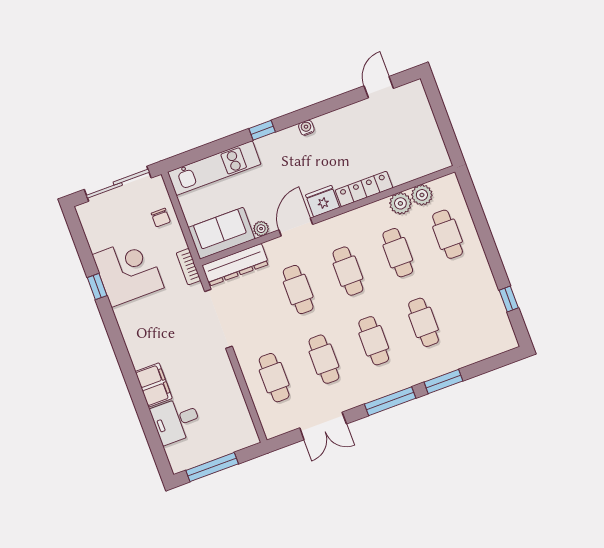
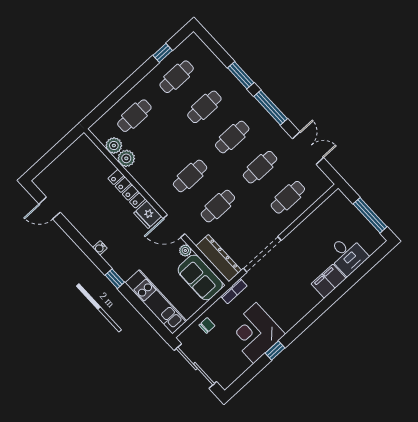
cafe table: (398, 253) -> (177, 77), moved

